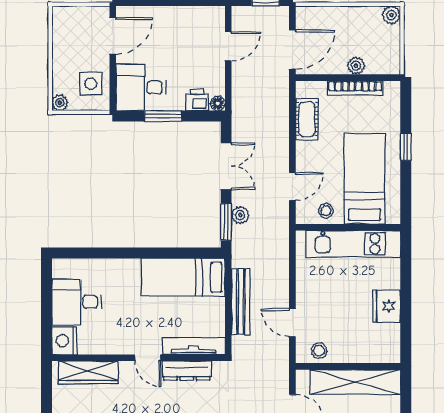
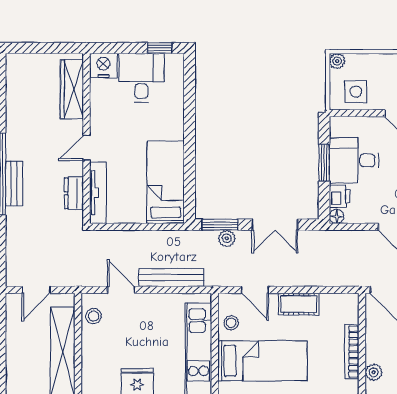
plant: (356, 66) -> (374, 372), moved
desk: (141, 88) -> (354, 160), moved, turned -90
cot: (307, 119) -> (299, 304), moved
window: (46, 283) -> (160, 48), added
bench: (241, 302) -> (171, 278), moved
door: (292, 323) -> (121, 290), hinge flipped
dresser: (187, 371) -> (74, 193), width x0.70

